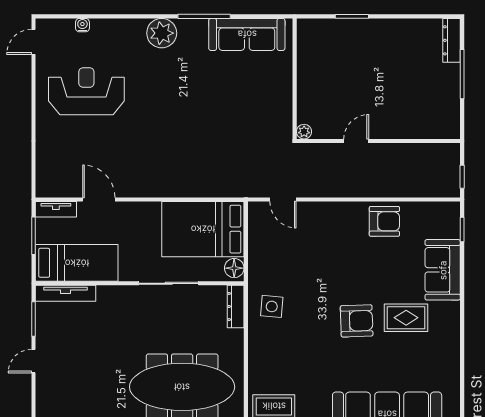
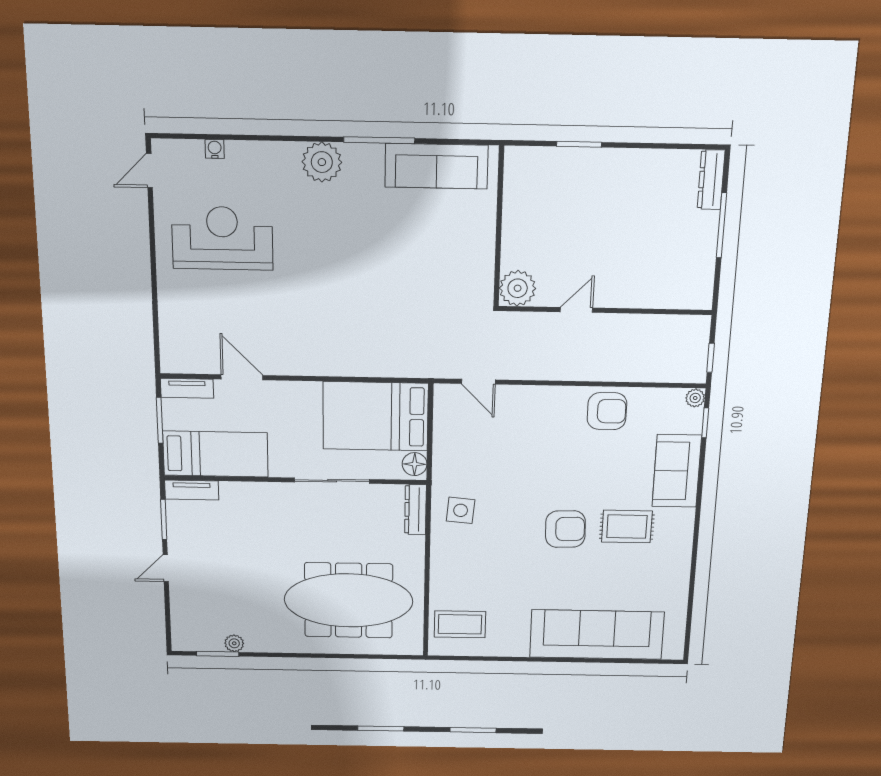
plant: (304, 132) -> (518, 288), width x1.88, depth x1.88
plant: (453, 209) -> (695, 398), added
tv unit: (66, 293) -> (192, 490), width x0.71

